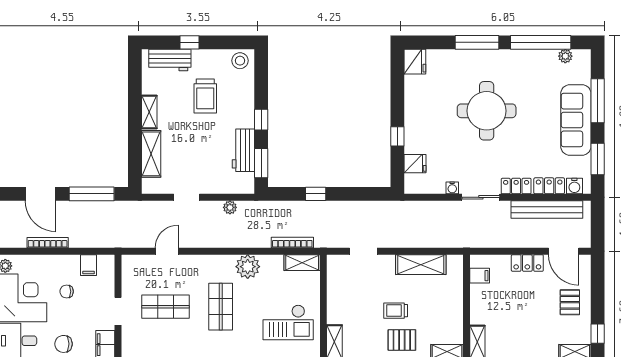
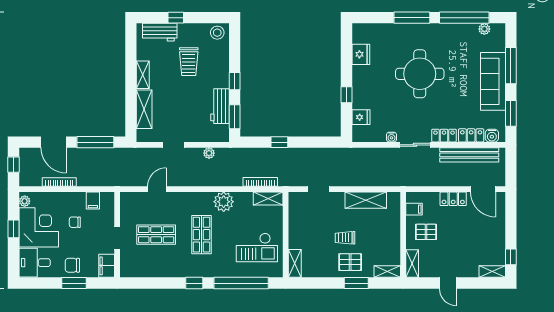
fridge: (415, 62) -> (361, 54), moved
pallet: (570, 302) -> (426, 232), moved, turned 90

